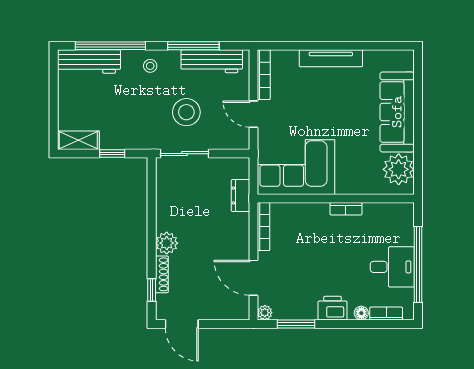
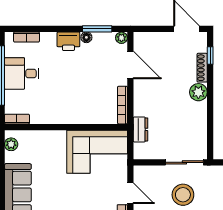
plant: (399, 169) -> (11, 144), width x0.53, depth x0.53
bookcase: (346, 209) -> (17, 119), moved
floor lamp: (361, 313) -> (86, 37), moved

